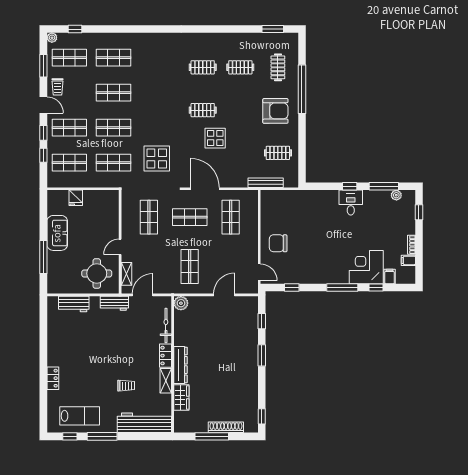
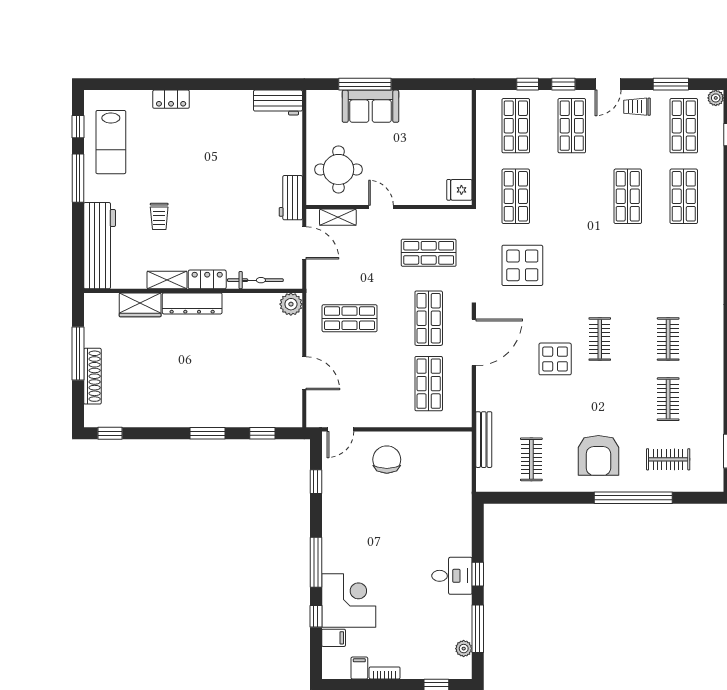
shop shelf: (113, 128) -> (572, 196), removed
fridge: (76, 198) -> (459, 190), moved
shop shelf: (231, 217) -> (429, 384), turned 90
sofa: (57, 233) -> (370, 106), moved
workbench: (74, 304) -> (278, 103), moved, turned -90

